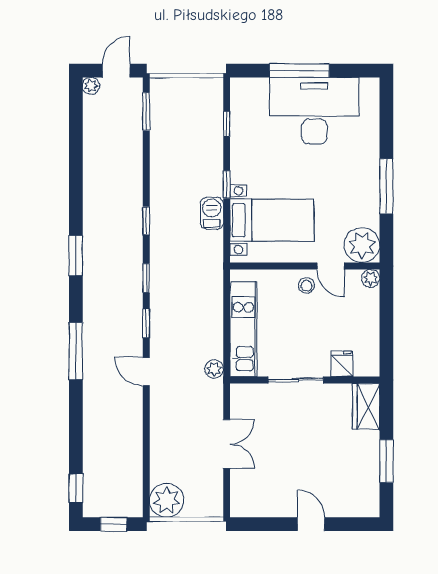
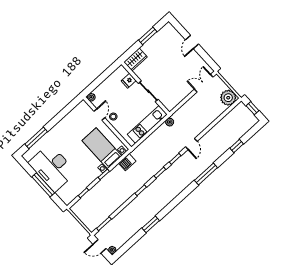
window: (386, 186) -> (36, 138), moved
barbecue: (212, 213) -> (127, 162), moved
plant: (362, 245) -> (83, 110), removed
window: (76, 256) -> (151, 224), moved
double door: (227, 444) -> (204, 83), moved
window: (76, 488) -> (237, 146), moved

